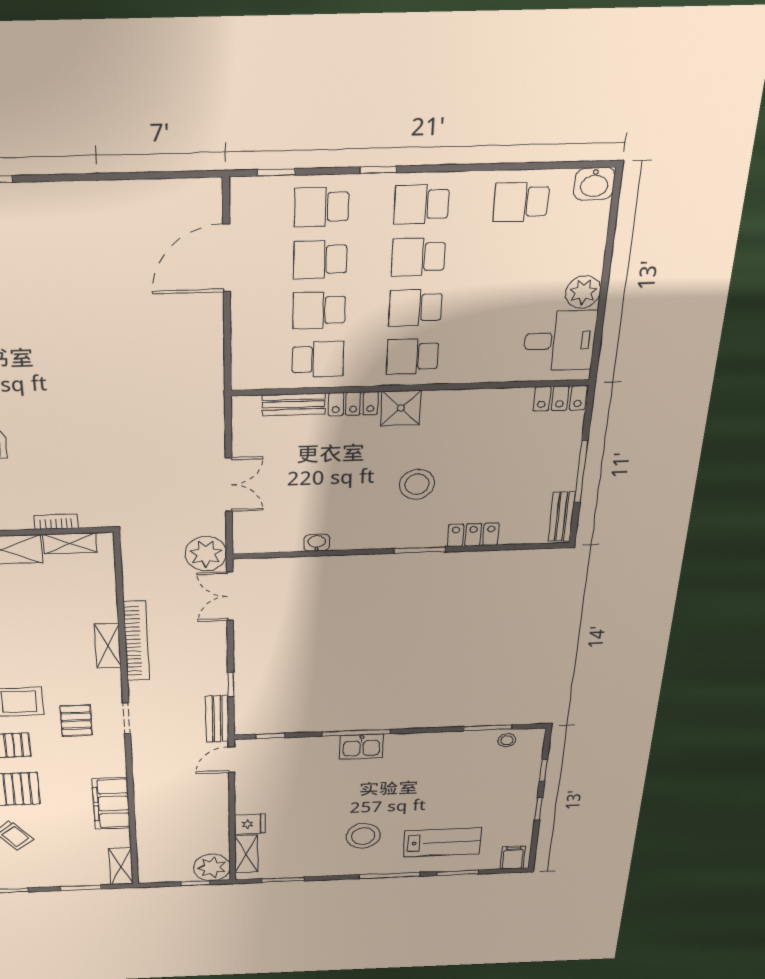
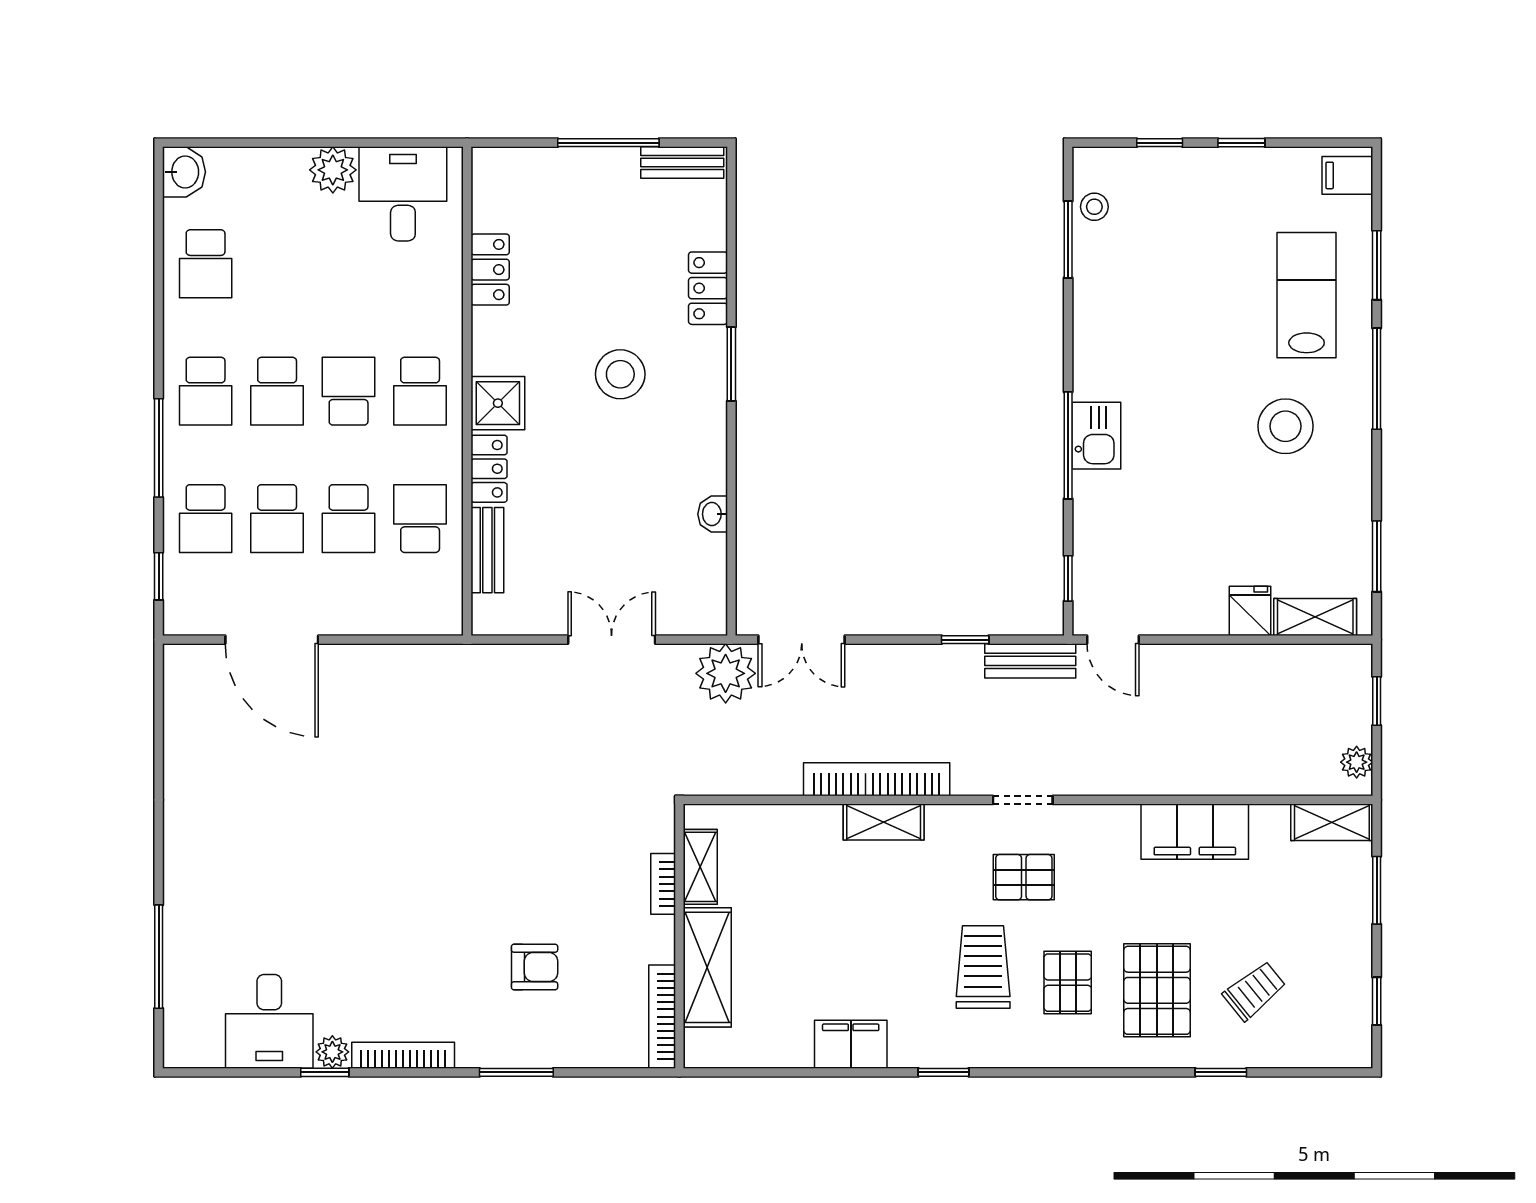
window: (378, 170) -> (159, 448), width x2.17
school desk: (415, 308) -> (349, 391), turned 180
locker: (560, 398) -> (490, 270), moved
plant: (212, 868) -> (1357, 762), moved, width x0.53, depth x0.53

